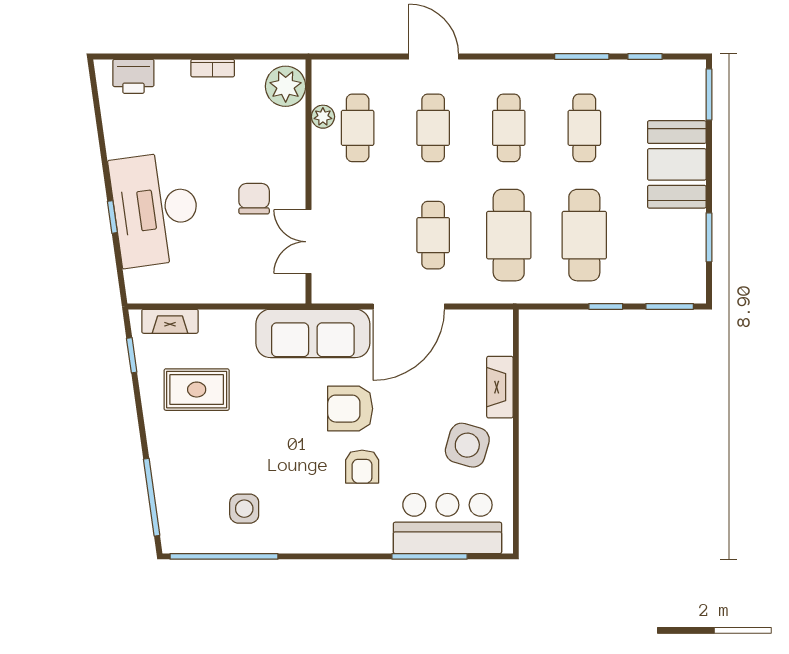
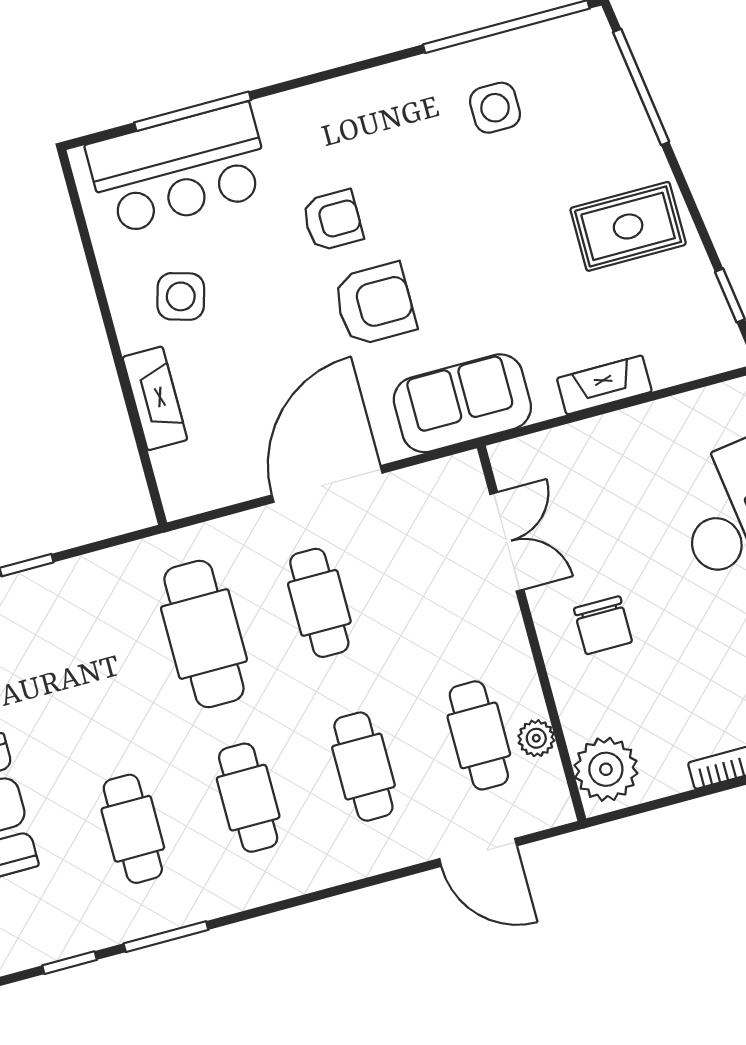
door: (434, 57) -> (478, 852), moved
chair: (254, 199) -> (603, 625), moved
cafe table: (584, 235) -> (89, 665), removed
fireplace: (170, 321) -> (604, 385), moved
sofa: (313, 333) -> (462, 403), width x0.73
rug: (197, 390) -> (628, 226), moved
side table: (467, 445) -> (181, 296), width x0.73, depth x0.73
armchair: (362, 467) -> (332, 220), turned 90

